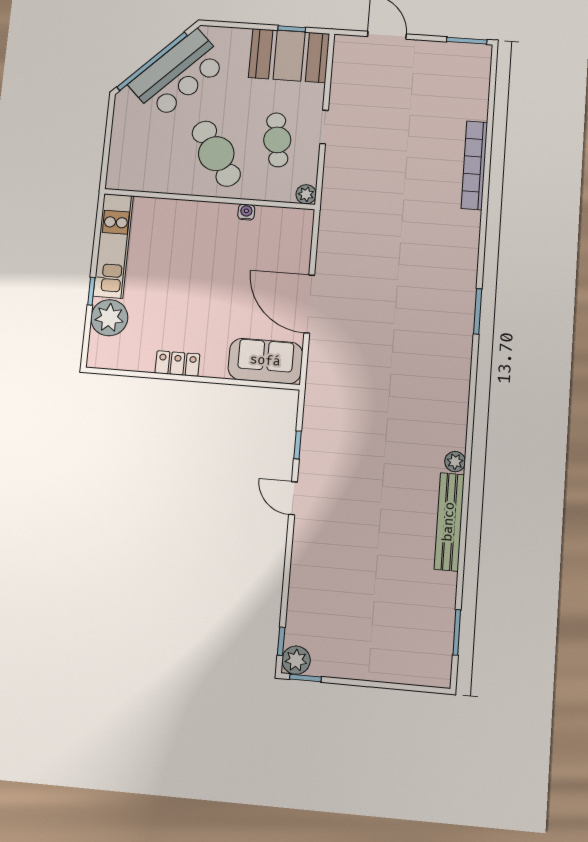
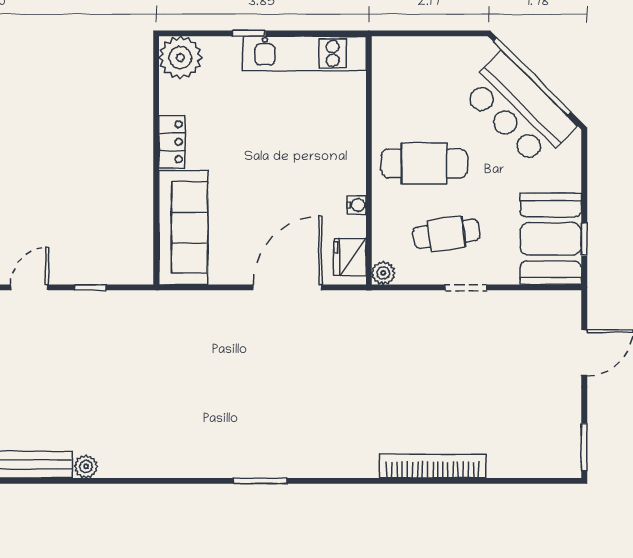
cafe table: (216, 154) -> (424, 163), turned 33
fridge: (290, 221) -> (350, 257), added
door: (309, 304) -> (287, 287), moved
plant: (109, 318) -> (180, 58), moved
sofa: (265, 361) -> (183, 227), width x1.36

